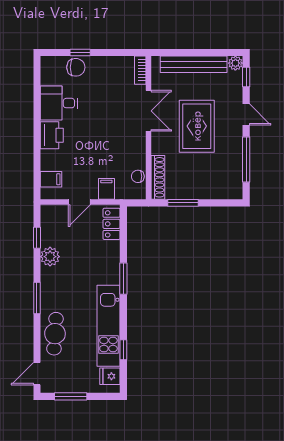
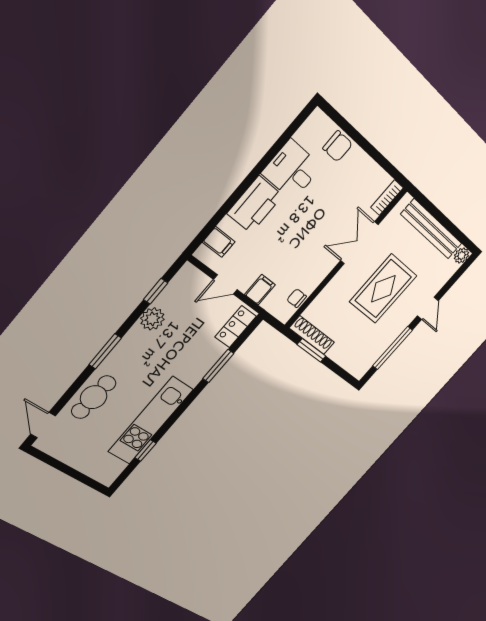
window: (80, 52) -> (354, 134), removed
window: (246, 77) -> (458, 275), removed
double door: (148, 111) -> (359, 243), swing flipped
printer: (52, 135) -> (255, 204), width x1.37, depth x1.19
shoe rack: (158, 177) -> (312, 335), moved, turned -90
window: (123, 279) -> (218, 366), moved
door: (37, 374) -> (43, 425), hinge flipped
fridge: (110, 376) -> (112, 467), removed
window: (71, 396) -> (59, 465), removed

